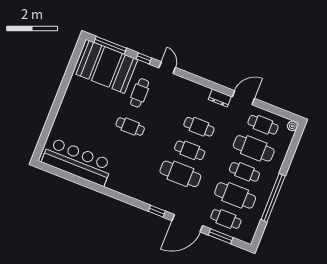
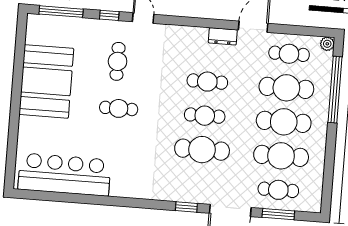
booth: (107, 67) -> (46, 81), moved, turned 90
cafe table: (244, 172) -> (284, 122), width x1.37, depth x1.35
window: (273, 198) -> (335, 90), moved

